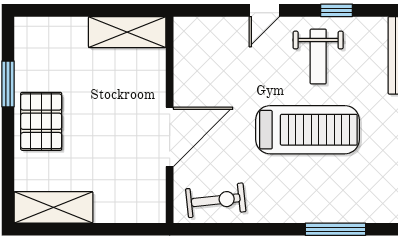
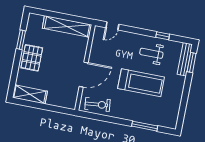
door: (264, 10) -> (112, 26), moved
shelving: (127, 32) -> (67, 26), width x1.47
weight bench: (318, 56) -> (151, 53), turned 90

